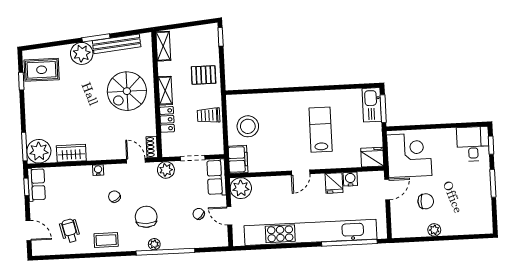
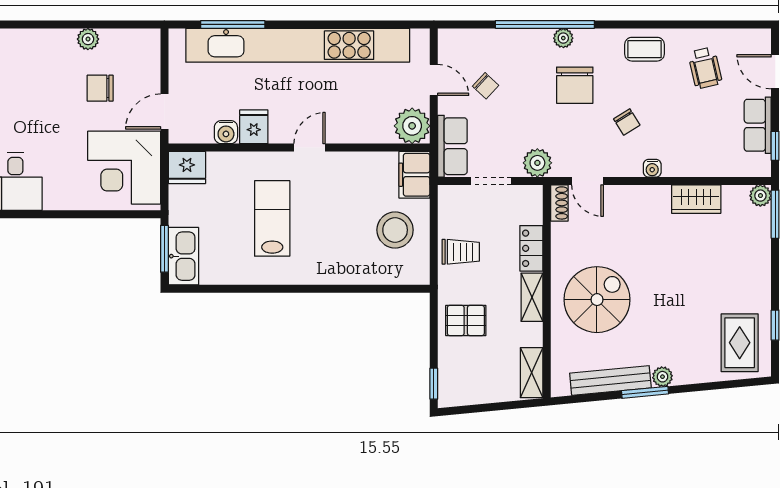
plant: (82, 53) -> (662, 377), width x0.53, depth x0.53
rug: (42, 70) -> (740, 343), turned 90
lab bench: (321, 130) -> (272, 218), turned 180
plant: (39, 151) -> (760, 196), width x0.53, depth x0.53
row of seats: (36, 185) -> (758, 125), moved
window: (349, 243) -> (233, 24), width x0.68

